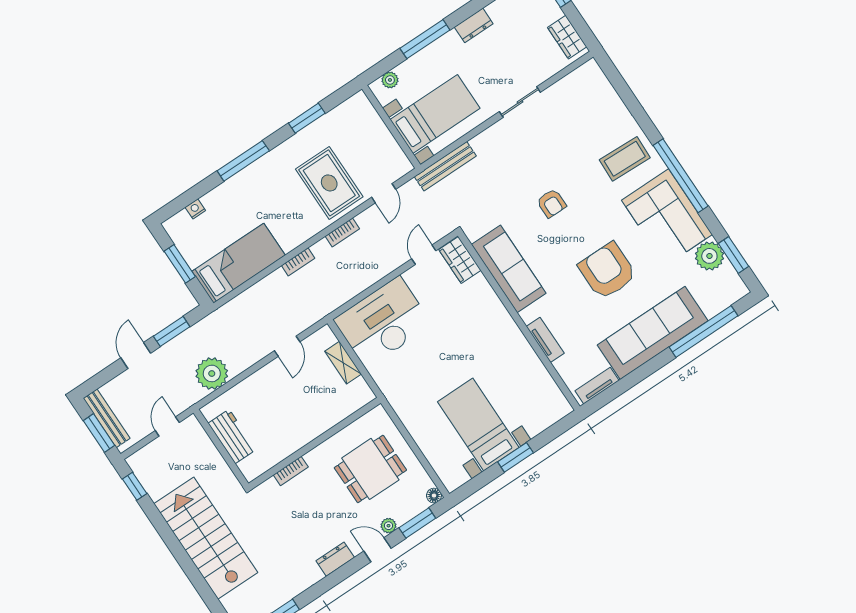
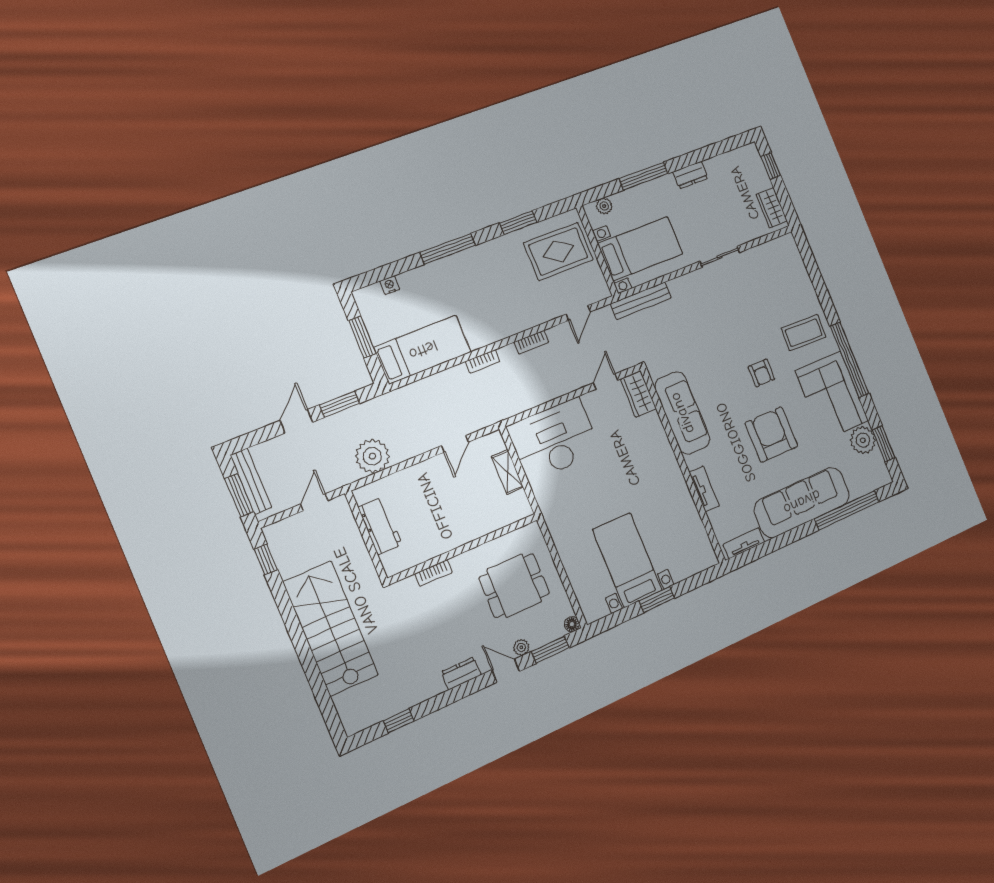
rug: (329, 183) -> (558, 251), moved, turned 90
armchair: (552, 203) -> (761, 373), moved

